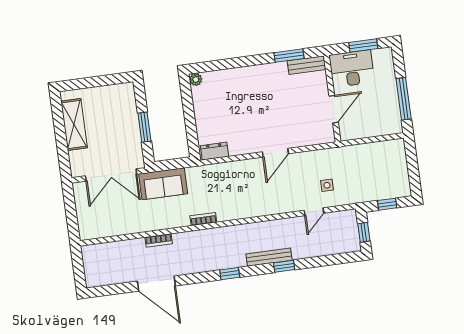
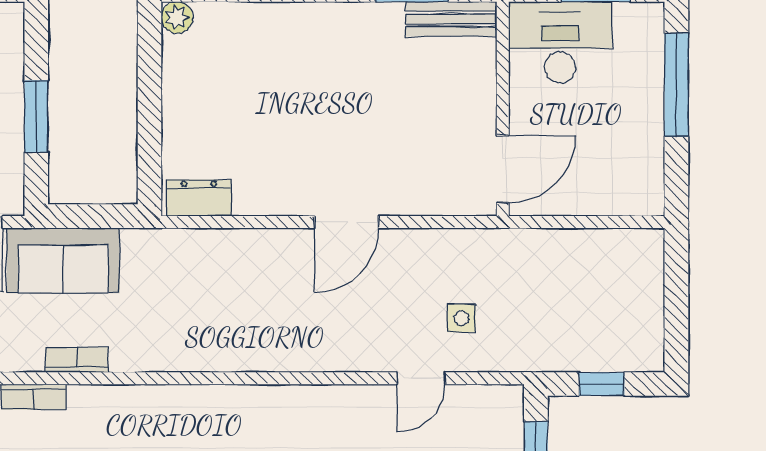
window: (404, 99) -> (676, 85), moved
door: (334, 109) -> (503, 169), moved
bookcase: (203, 219) -> (77, 360), moved

